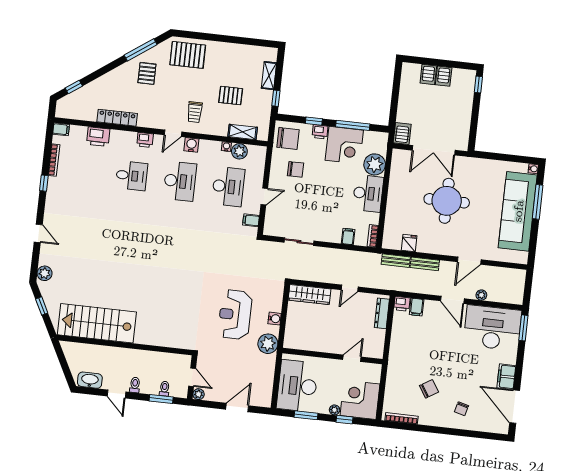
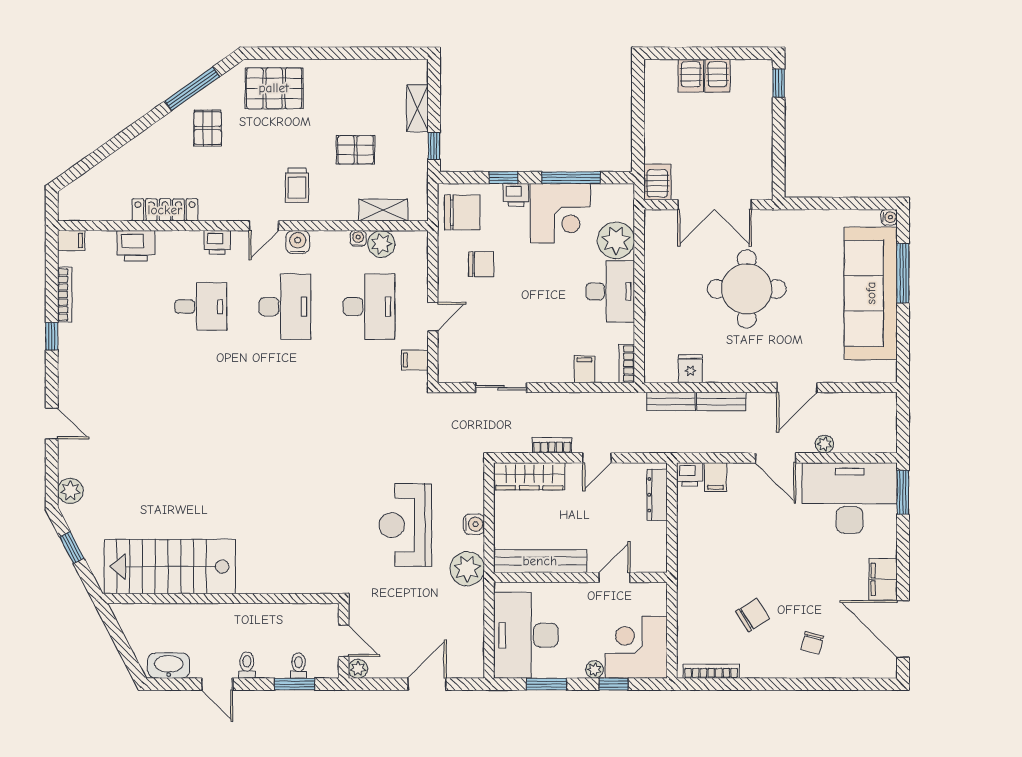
window: (74, 87) -> (85, 165), removed
bookcase: (325, 278) -> (552, 445), added
bench: (310, 344) -> (540, 561), added

